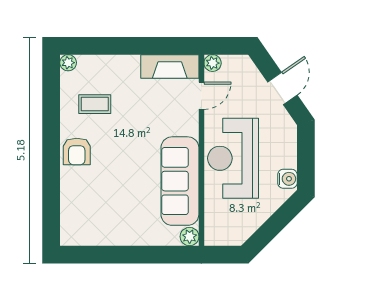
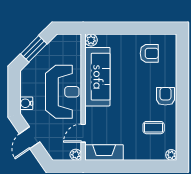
water cooler: (287, 179) -> (26, 103), moved
armchair: (101, 216) -> (149, 53), added
window: (276, 223) -> (34, 49), added

